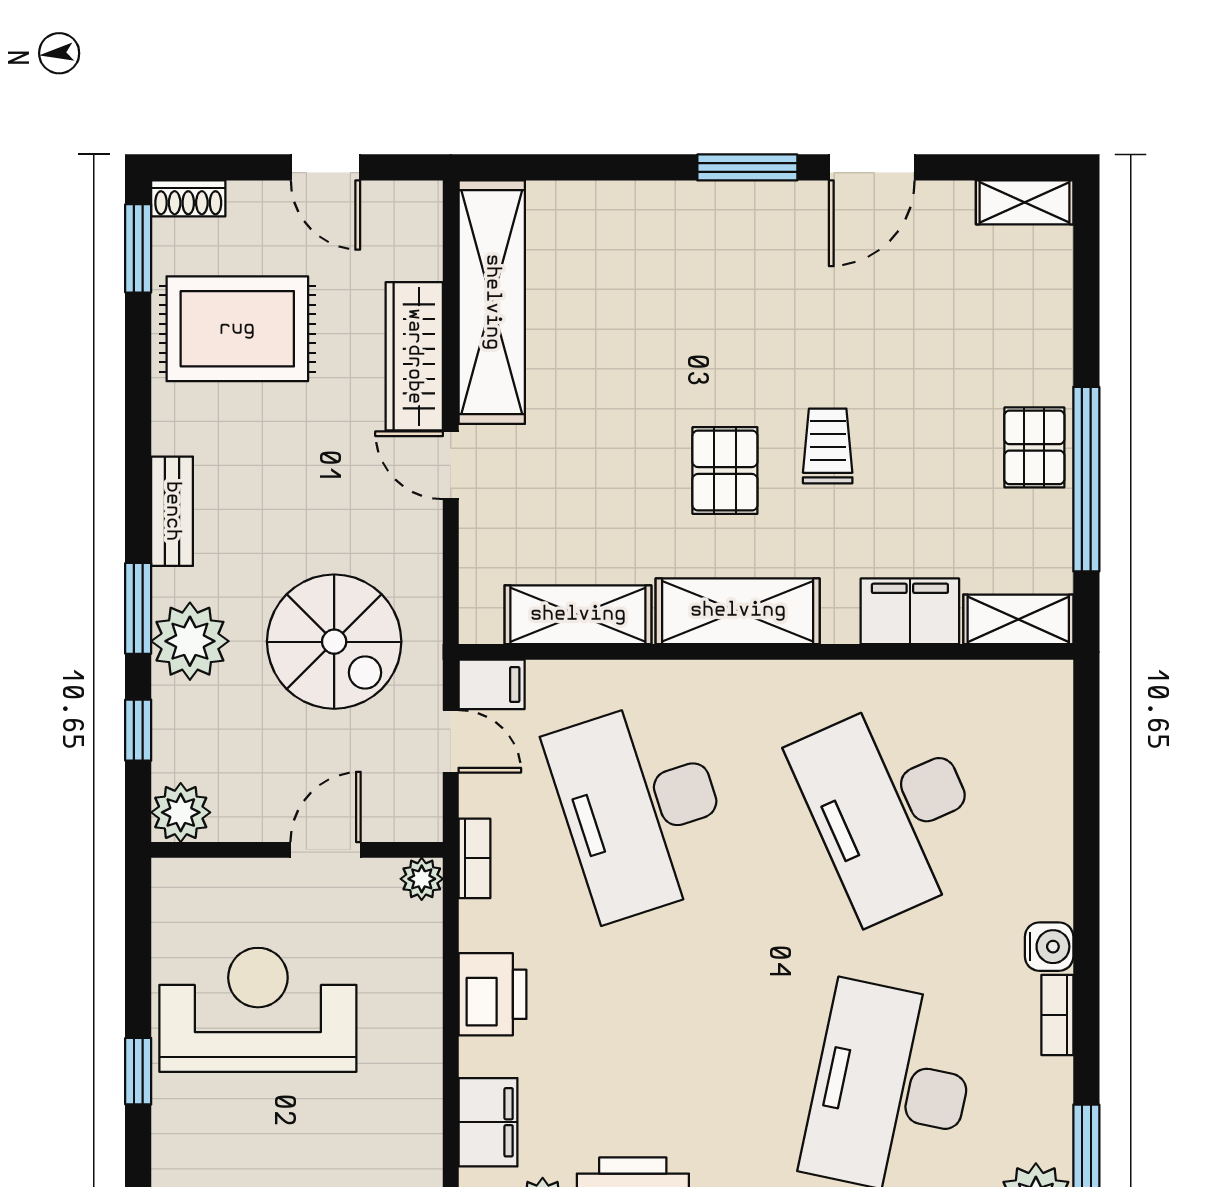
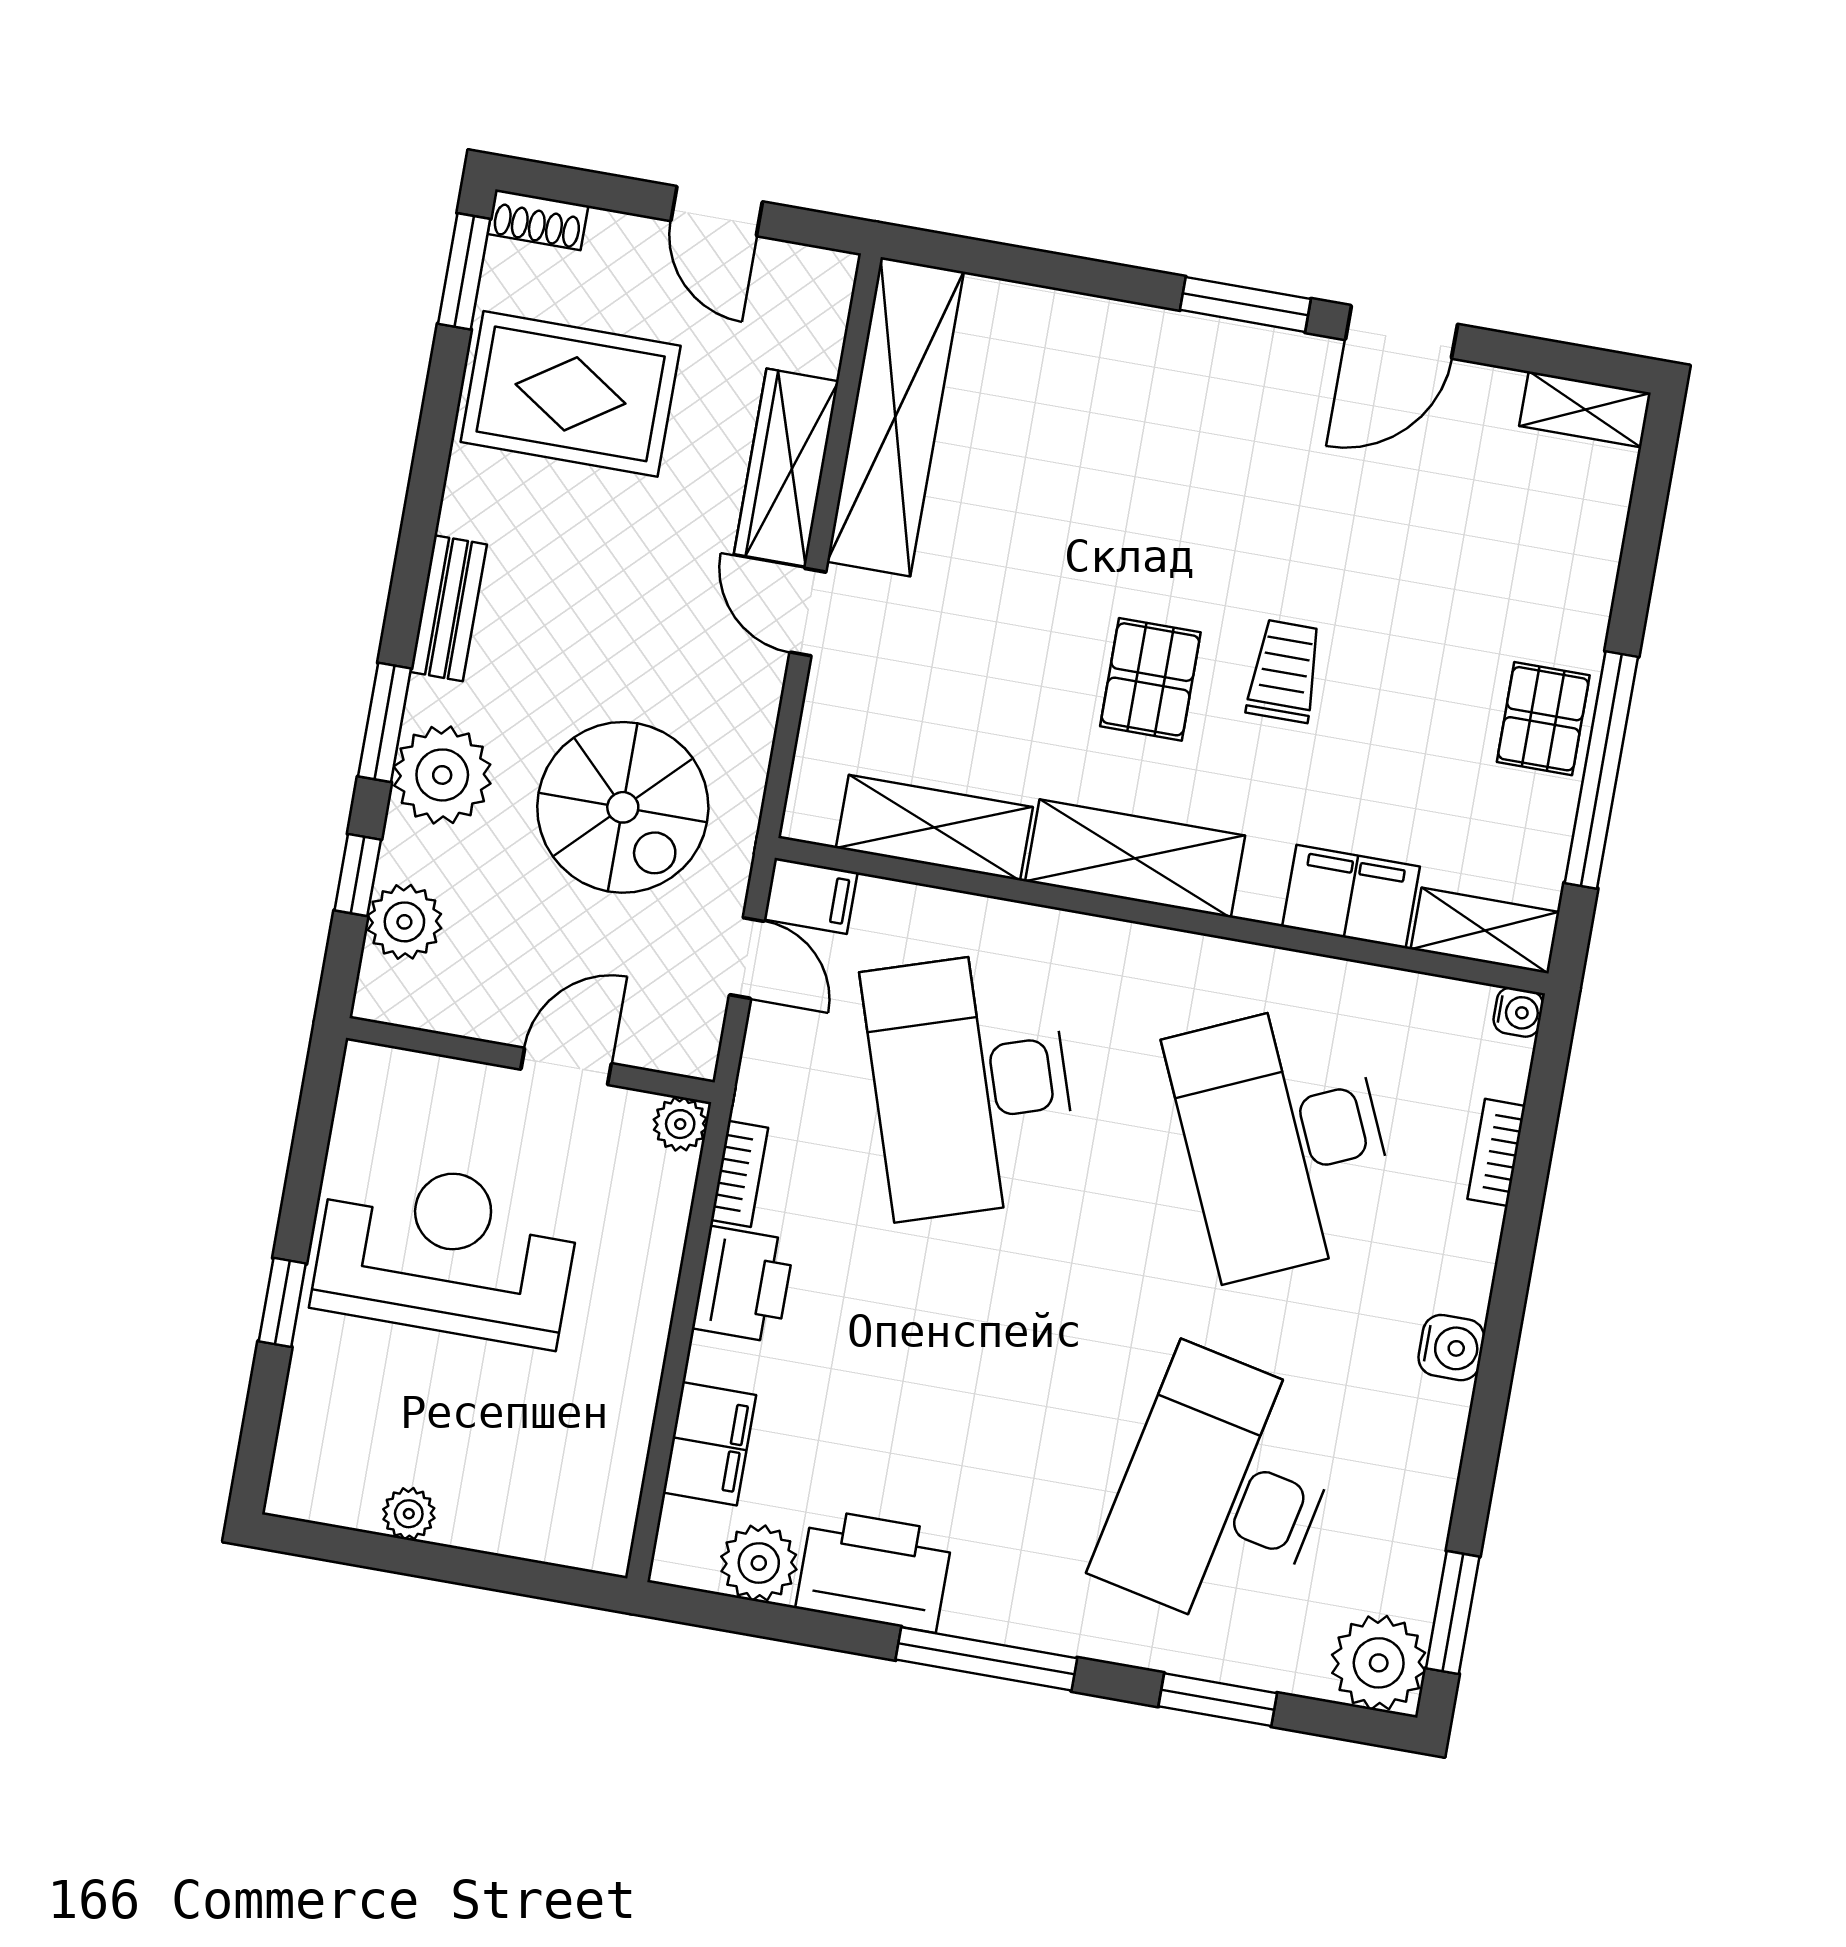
water cooler: (1055, 678) -> (1518, 1012), added
plant: (181, 812) -> (404, 922), moved
bookcase: (474, 858) -> (739, 1174), moved
bookcase: (1057, 1015) -> (1496, 1152), moved

